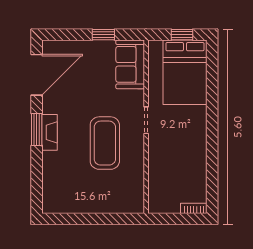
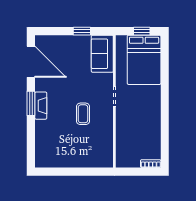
door: (37, 75) -> (31, 62), hinge flipped
coffee table: (105, 143) -> (83, 114), width x0.54, depth x0.58

